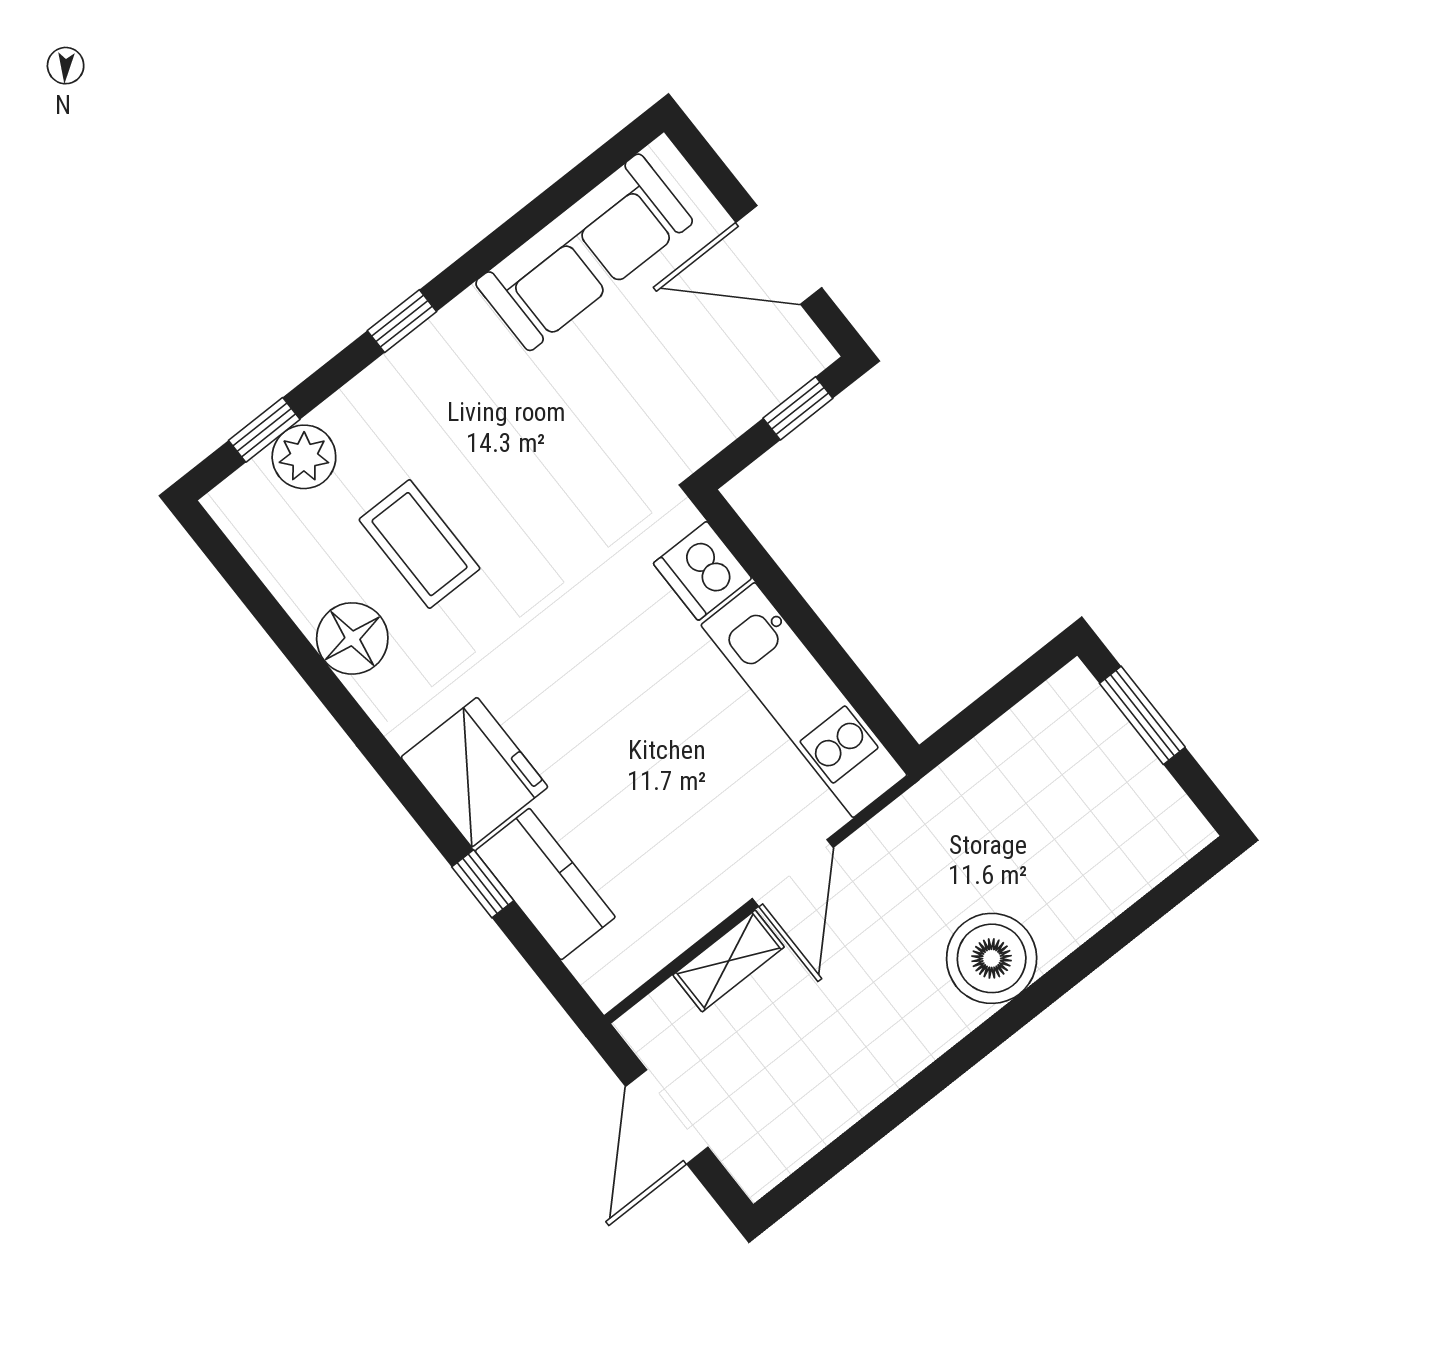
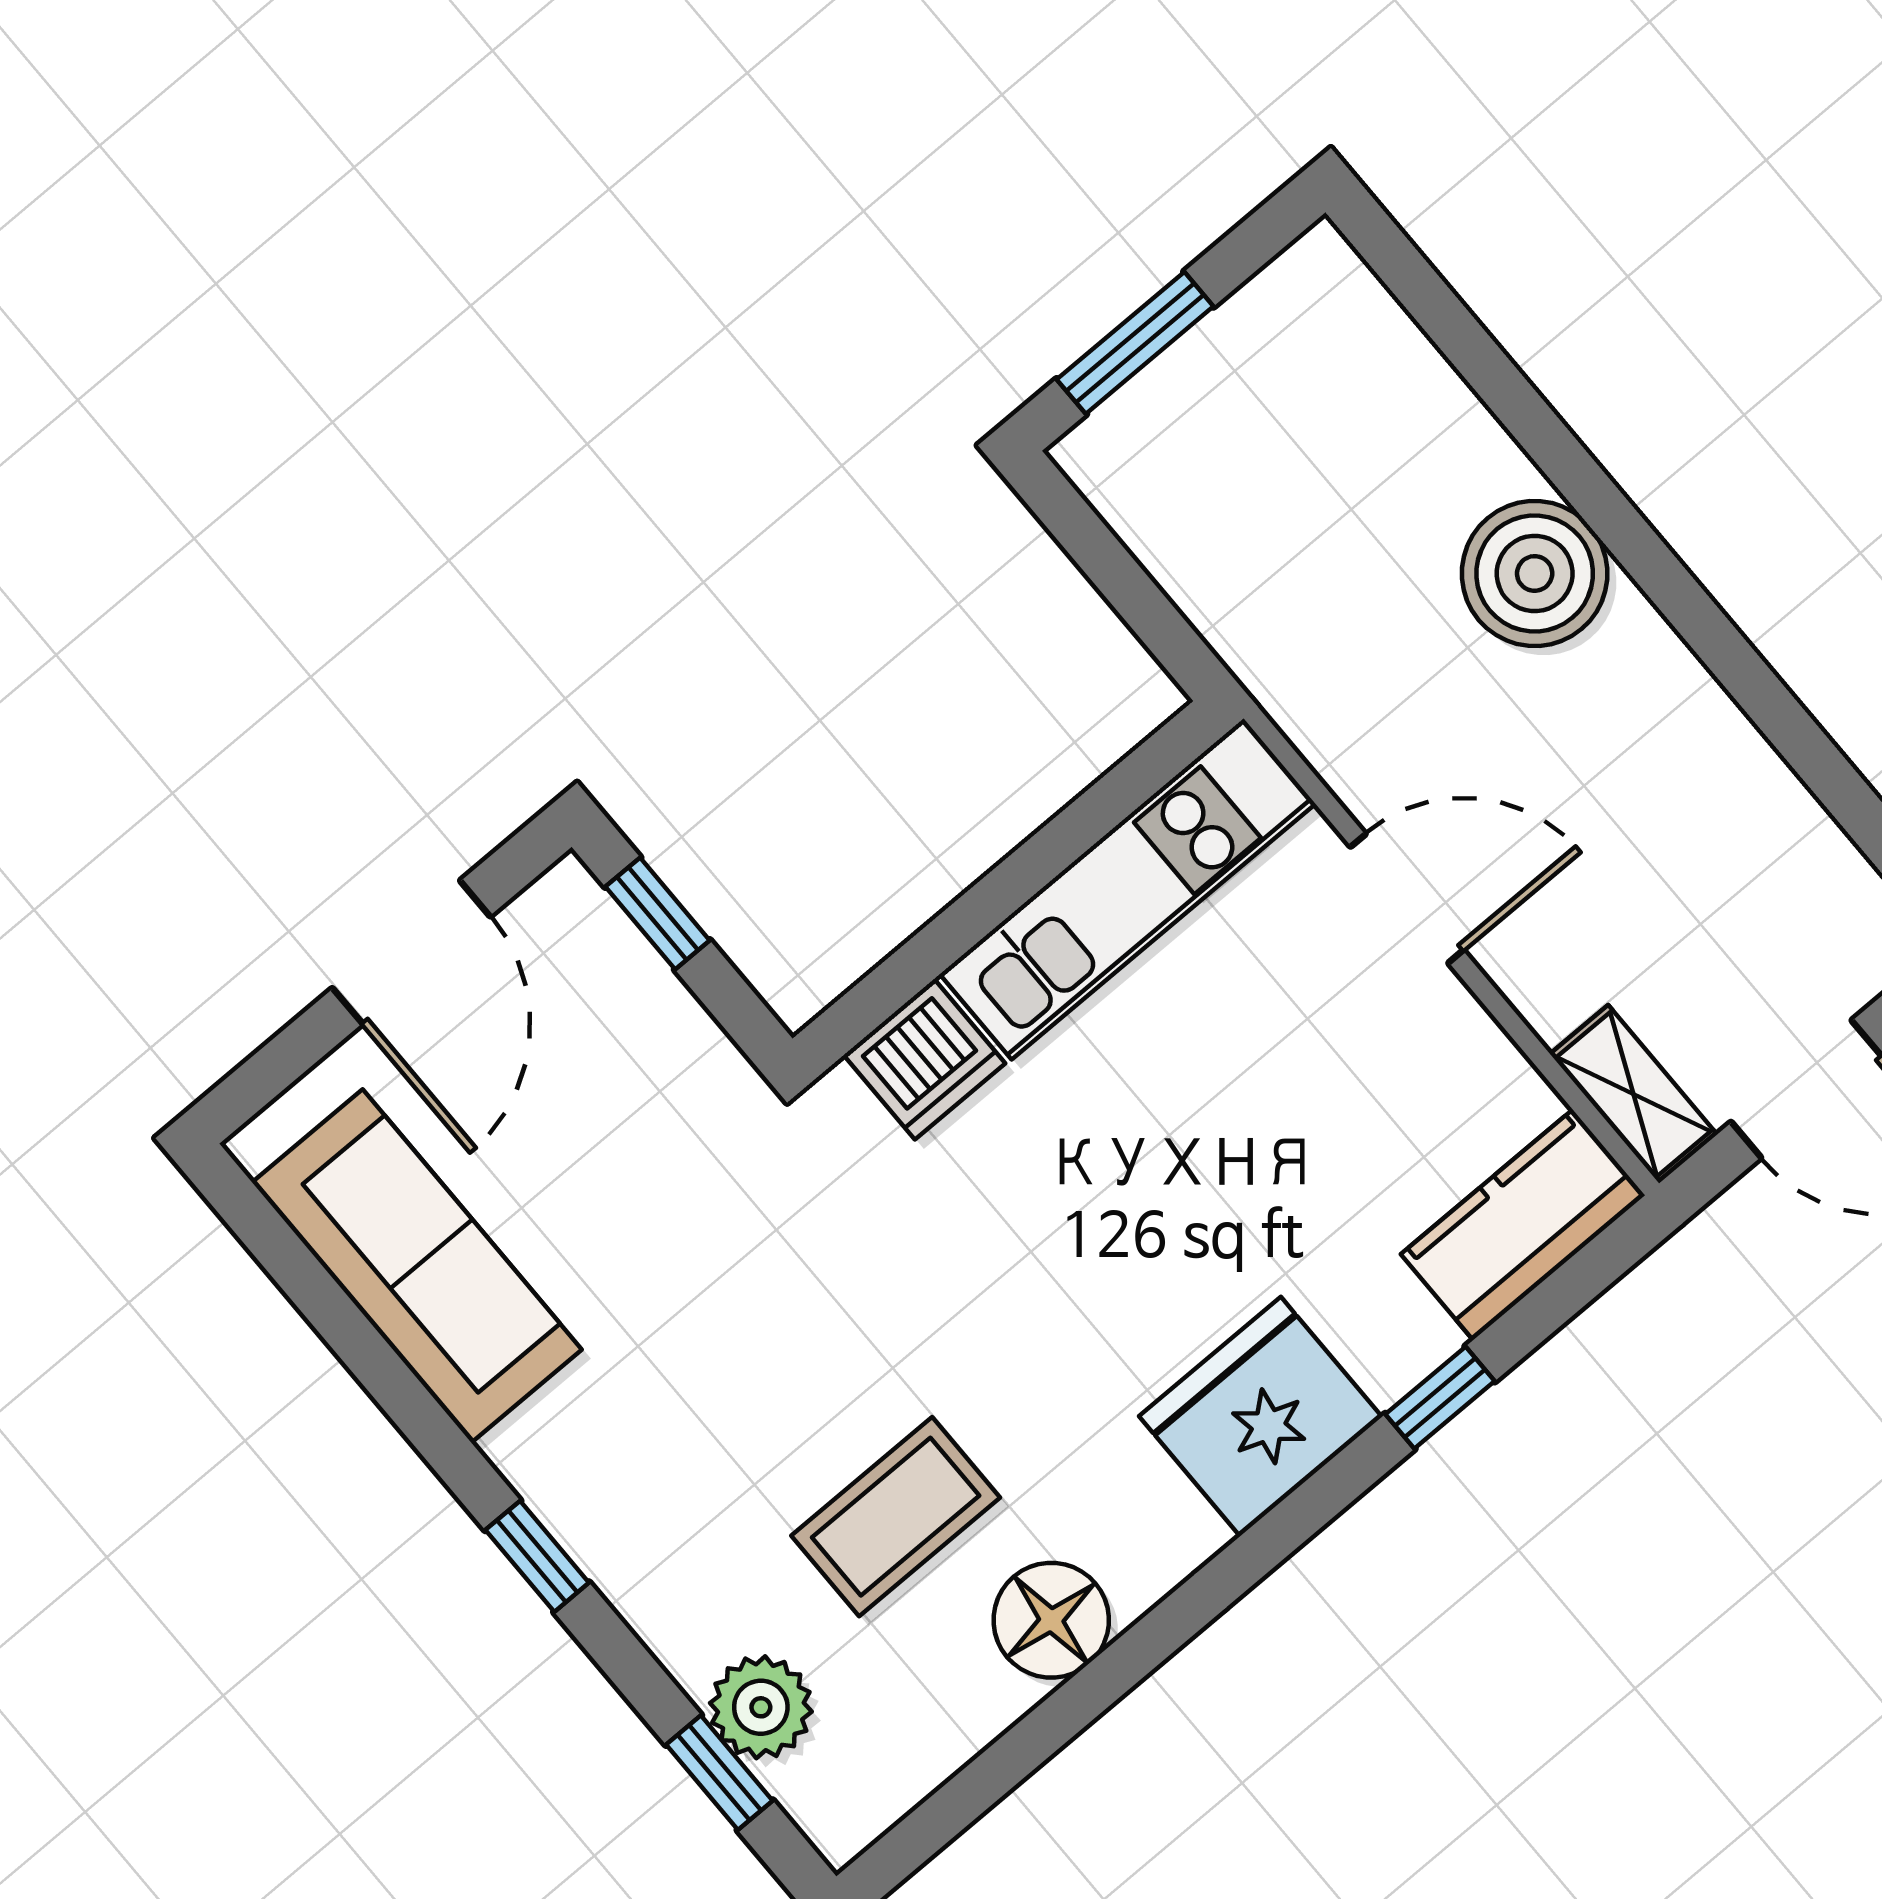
kitchen counter: (545, 884) -> (1523, 1225), moved
shelving: (729, 961) -> (1634, 1094), moved

